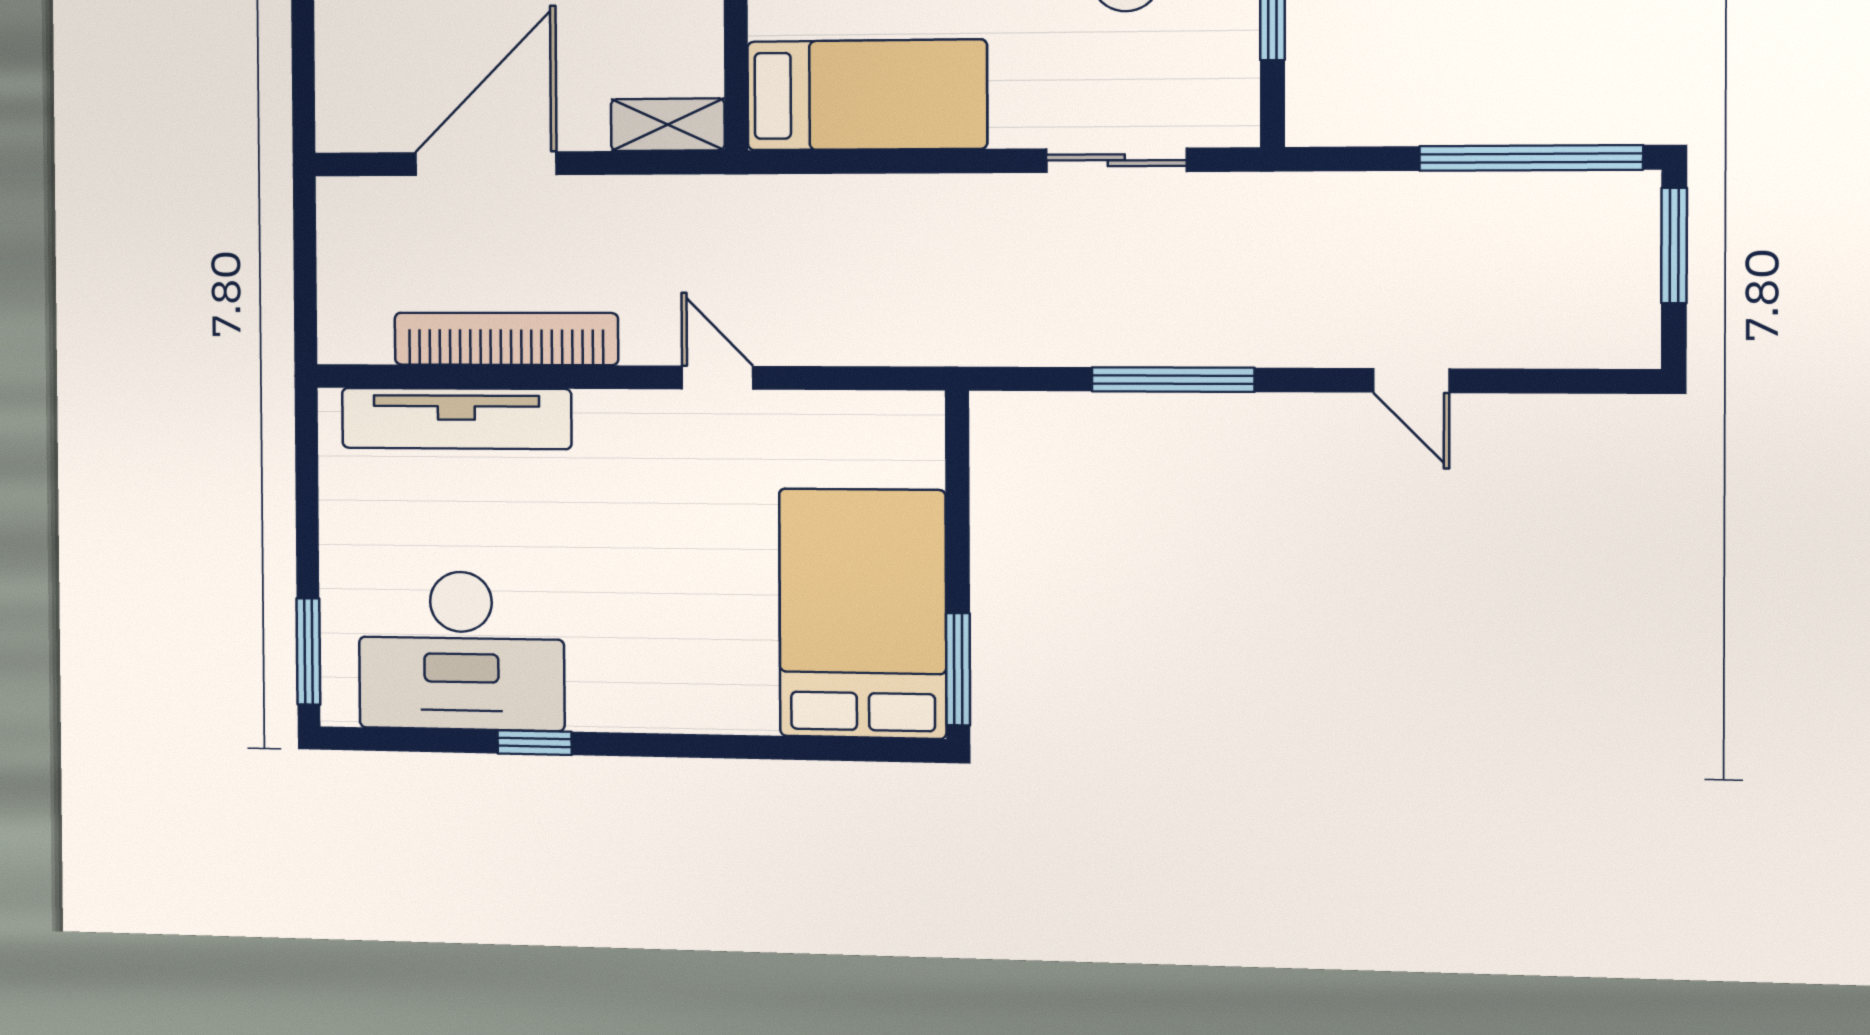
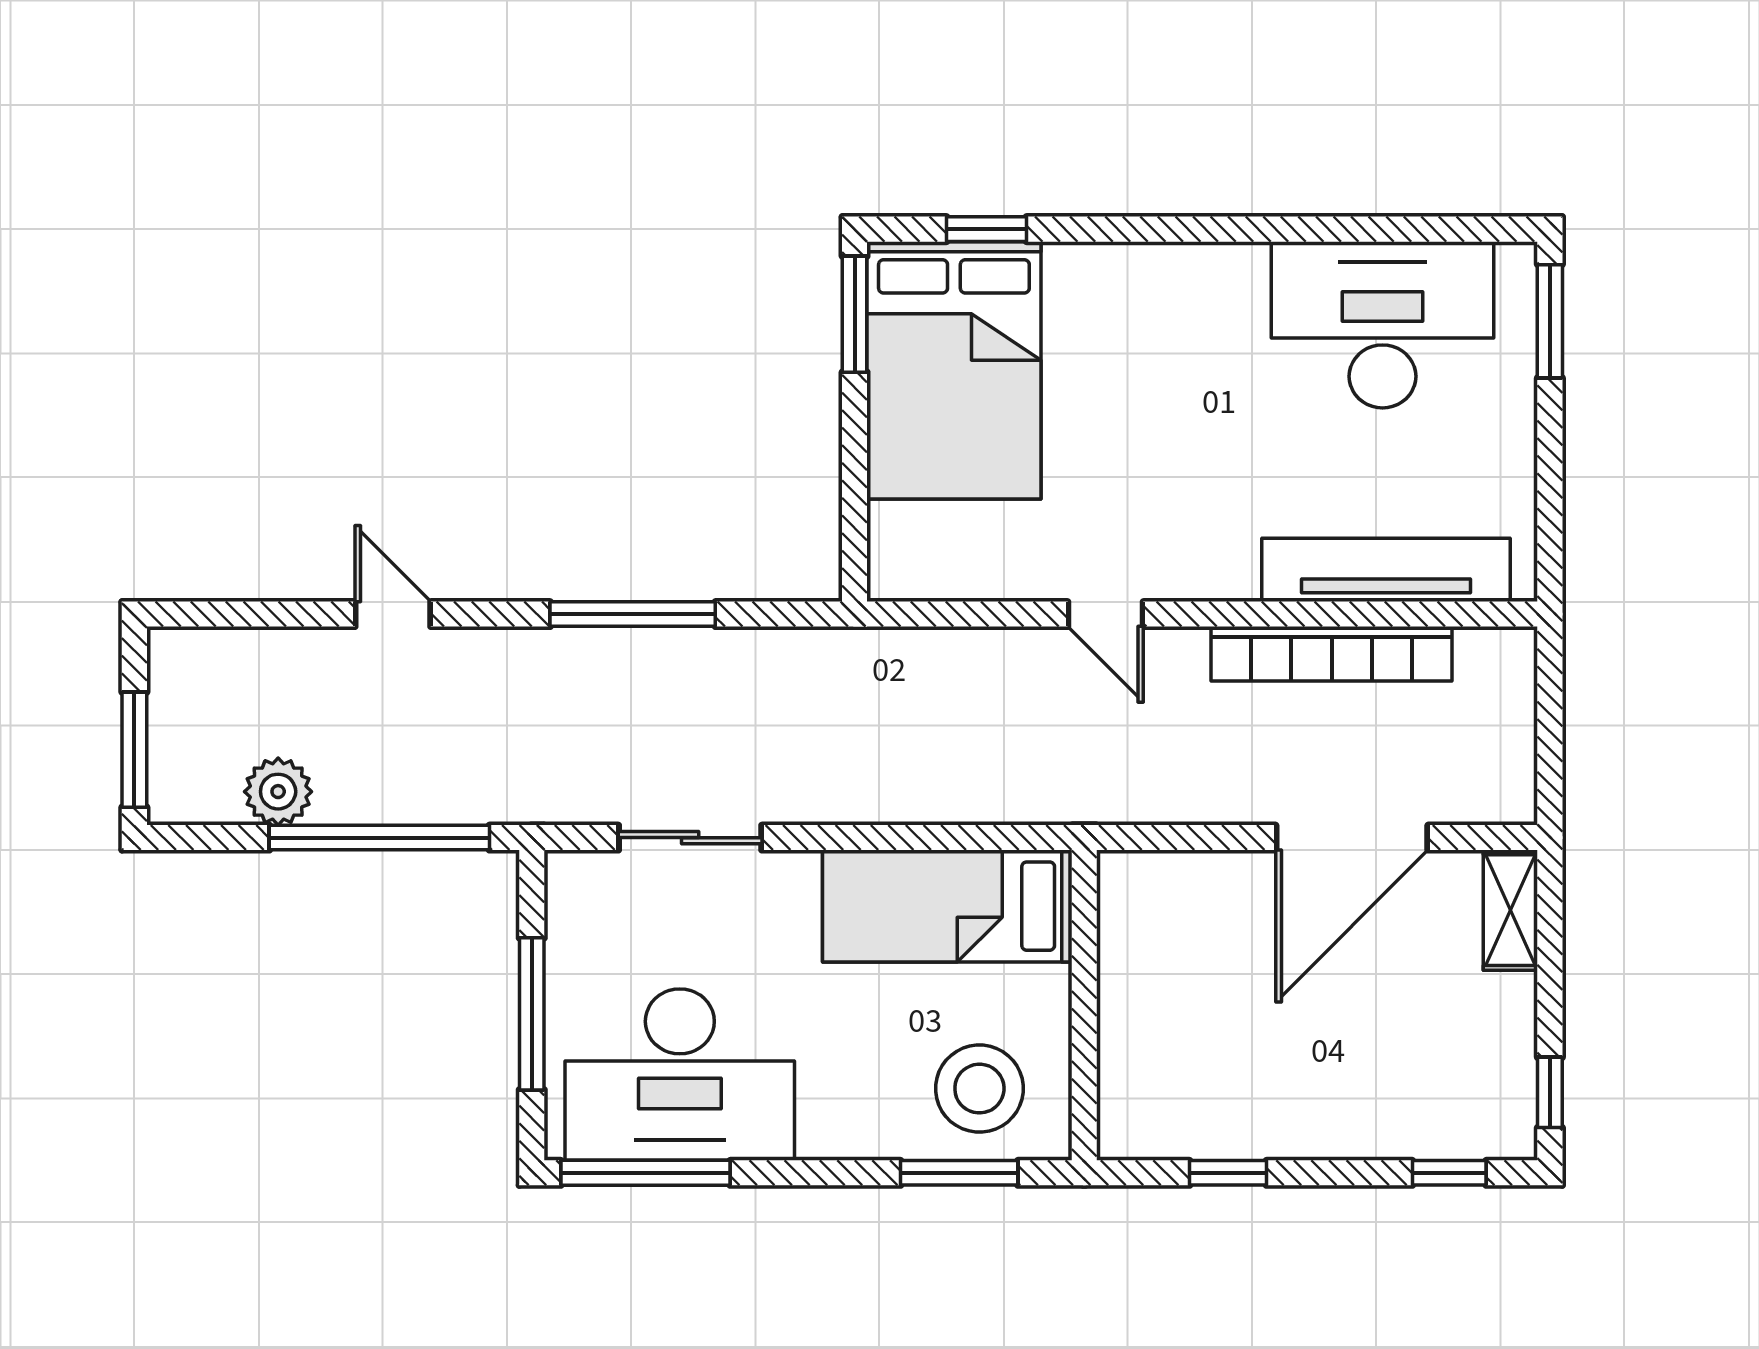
shelving: (668, 125) -> (1510, 910), moved, turned 90
window: (1531, 158) -> (379, 838), moved
plant: (1527, 204) -> (278, 792), added
window: (535, 743) -> (987, 229), moved

